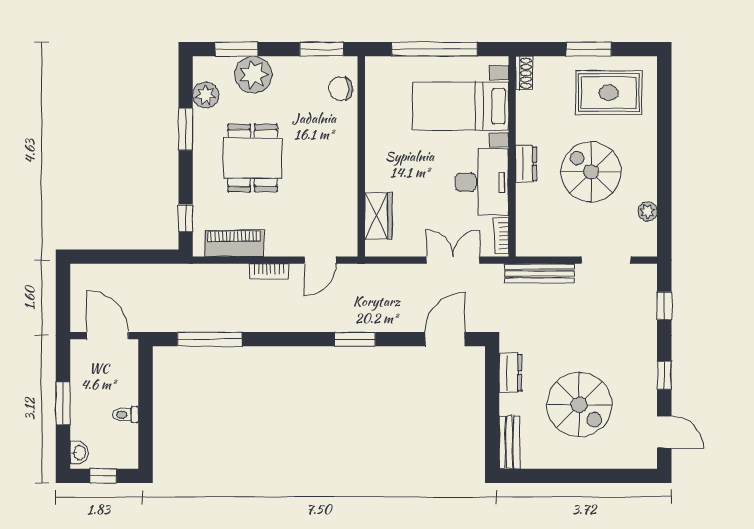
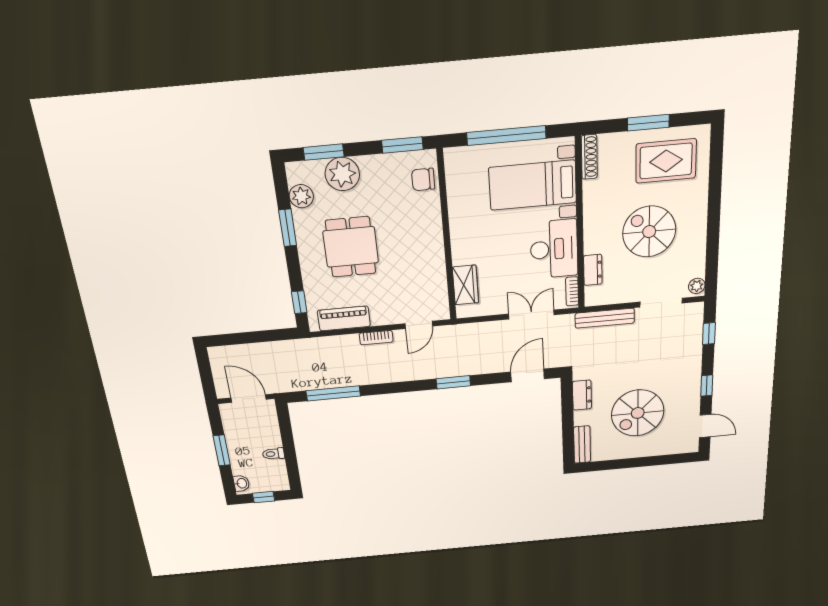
shoe rack: (524, 73) -> (589, 157), width x1.43
dresser: (526, 164) -> (593, 270), moved
plant: (648, 211) -> (697, 286), moved
spiral stairs: (579, 405) -> (638, 413), turned 90

